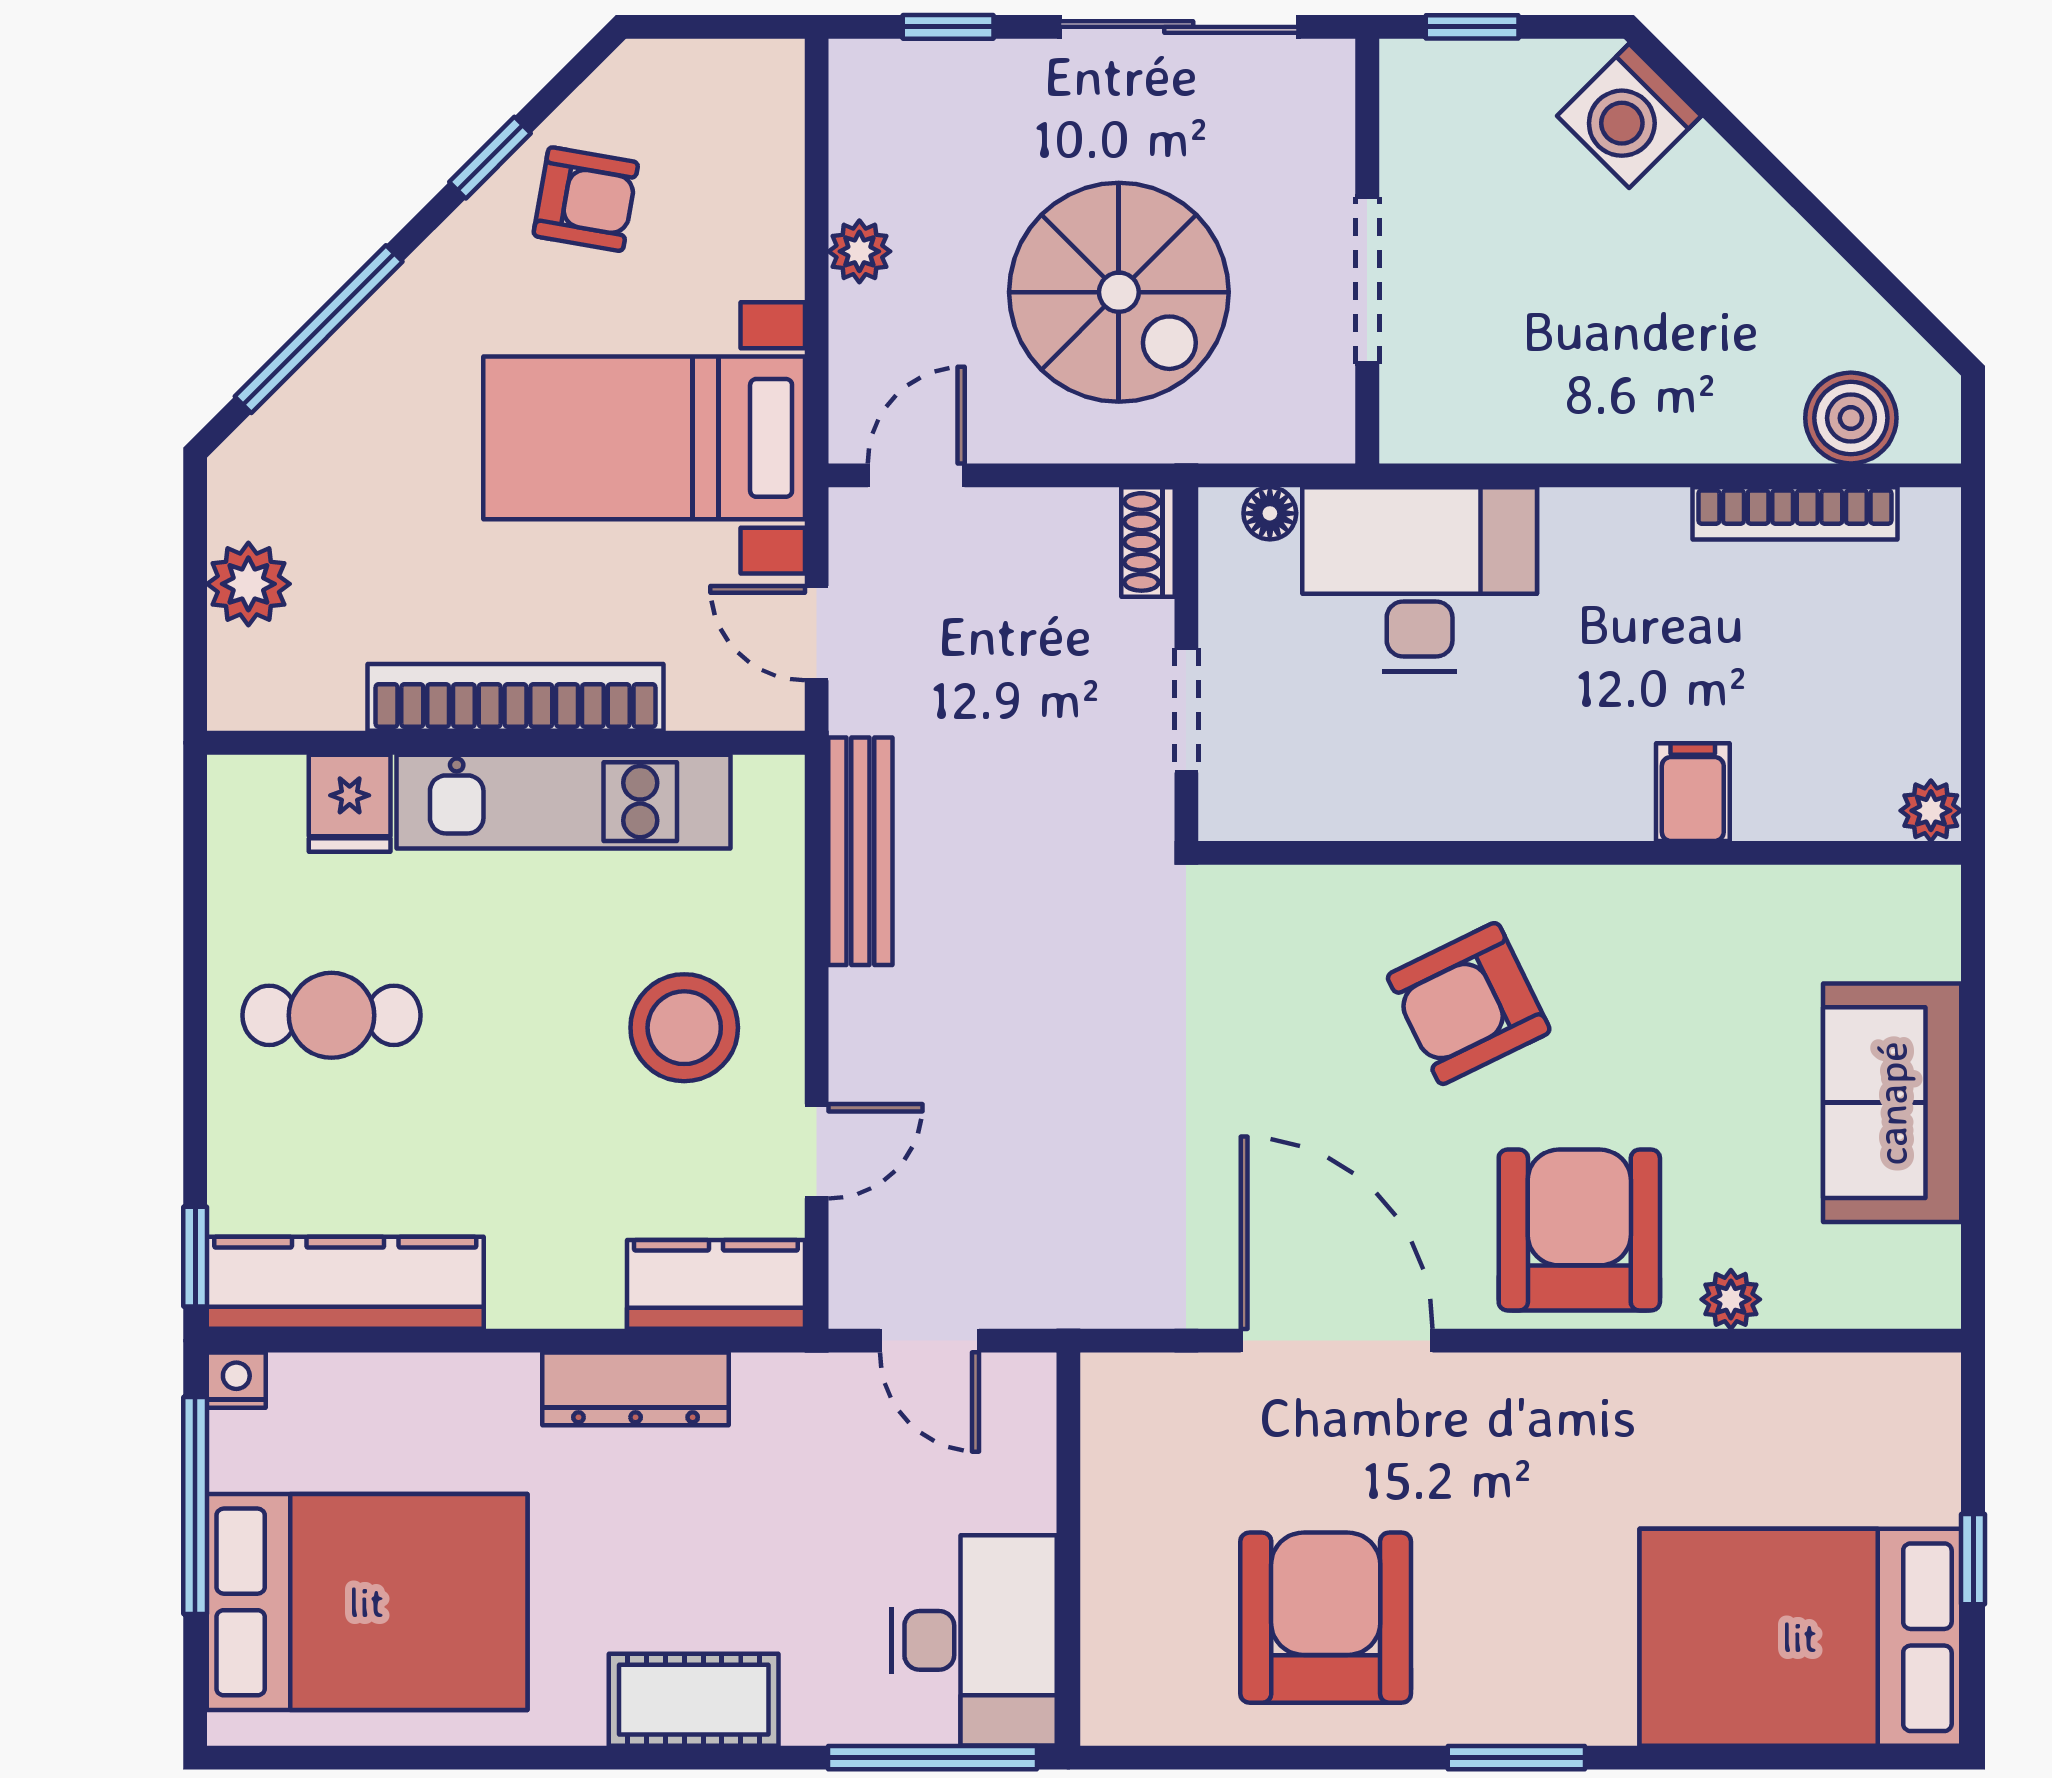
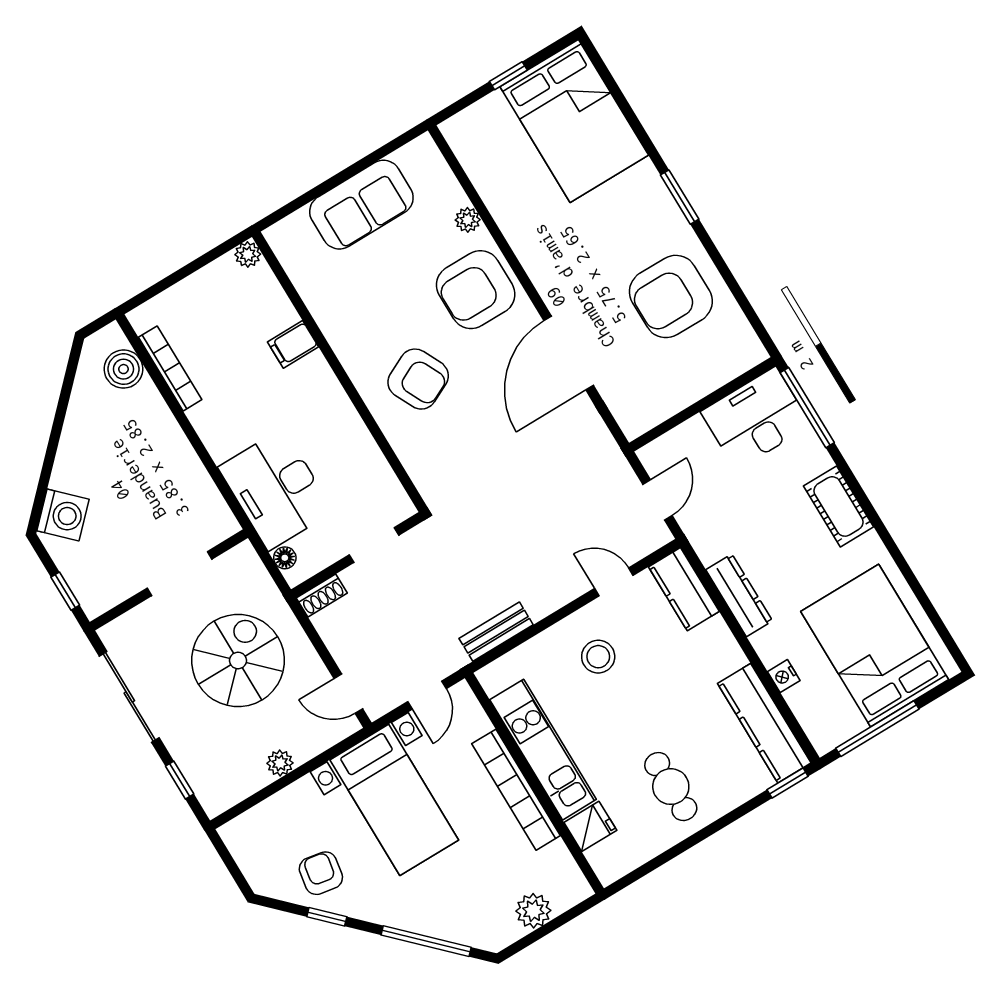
bench: (860, 851) -> (496, 632), width x0.73
stool: (684, 1028) -> (598, 657), width x0.73, depth x0.73
nightstand: (236, 1380) -> (784, 676), moved

